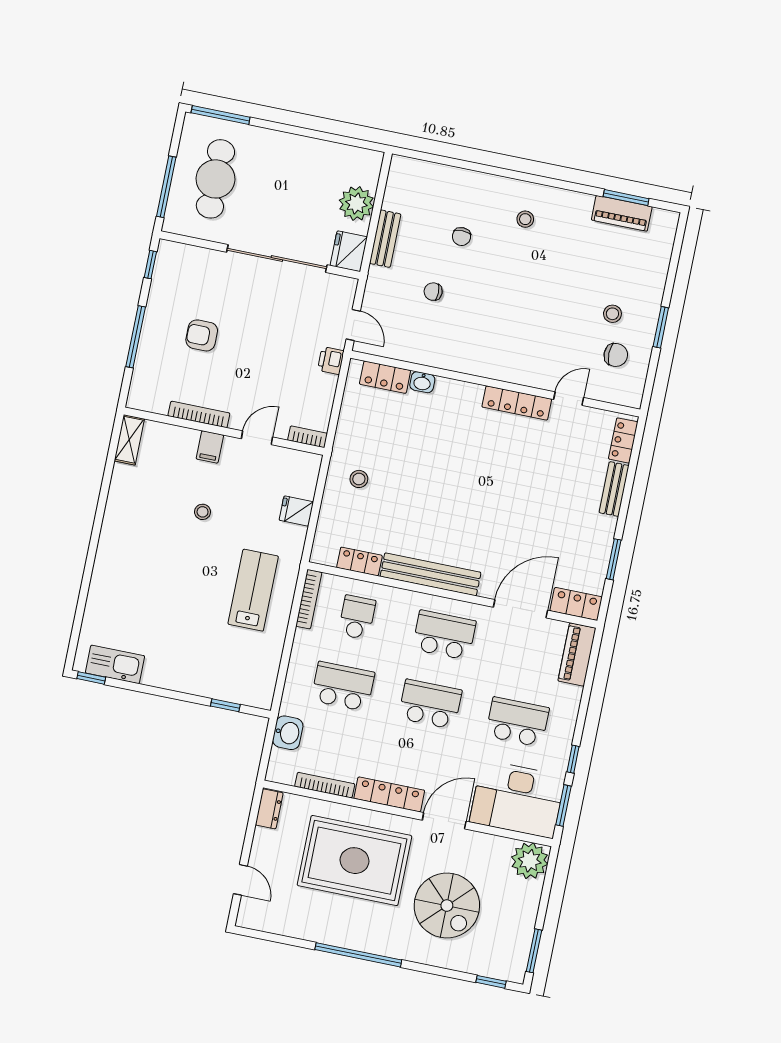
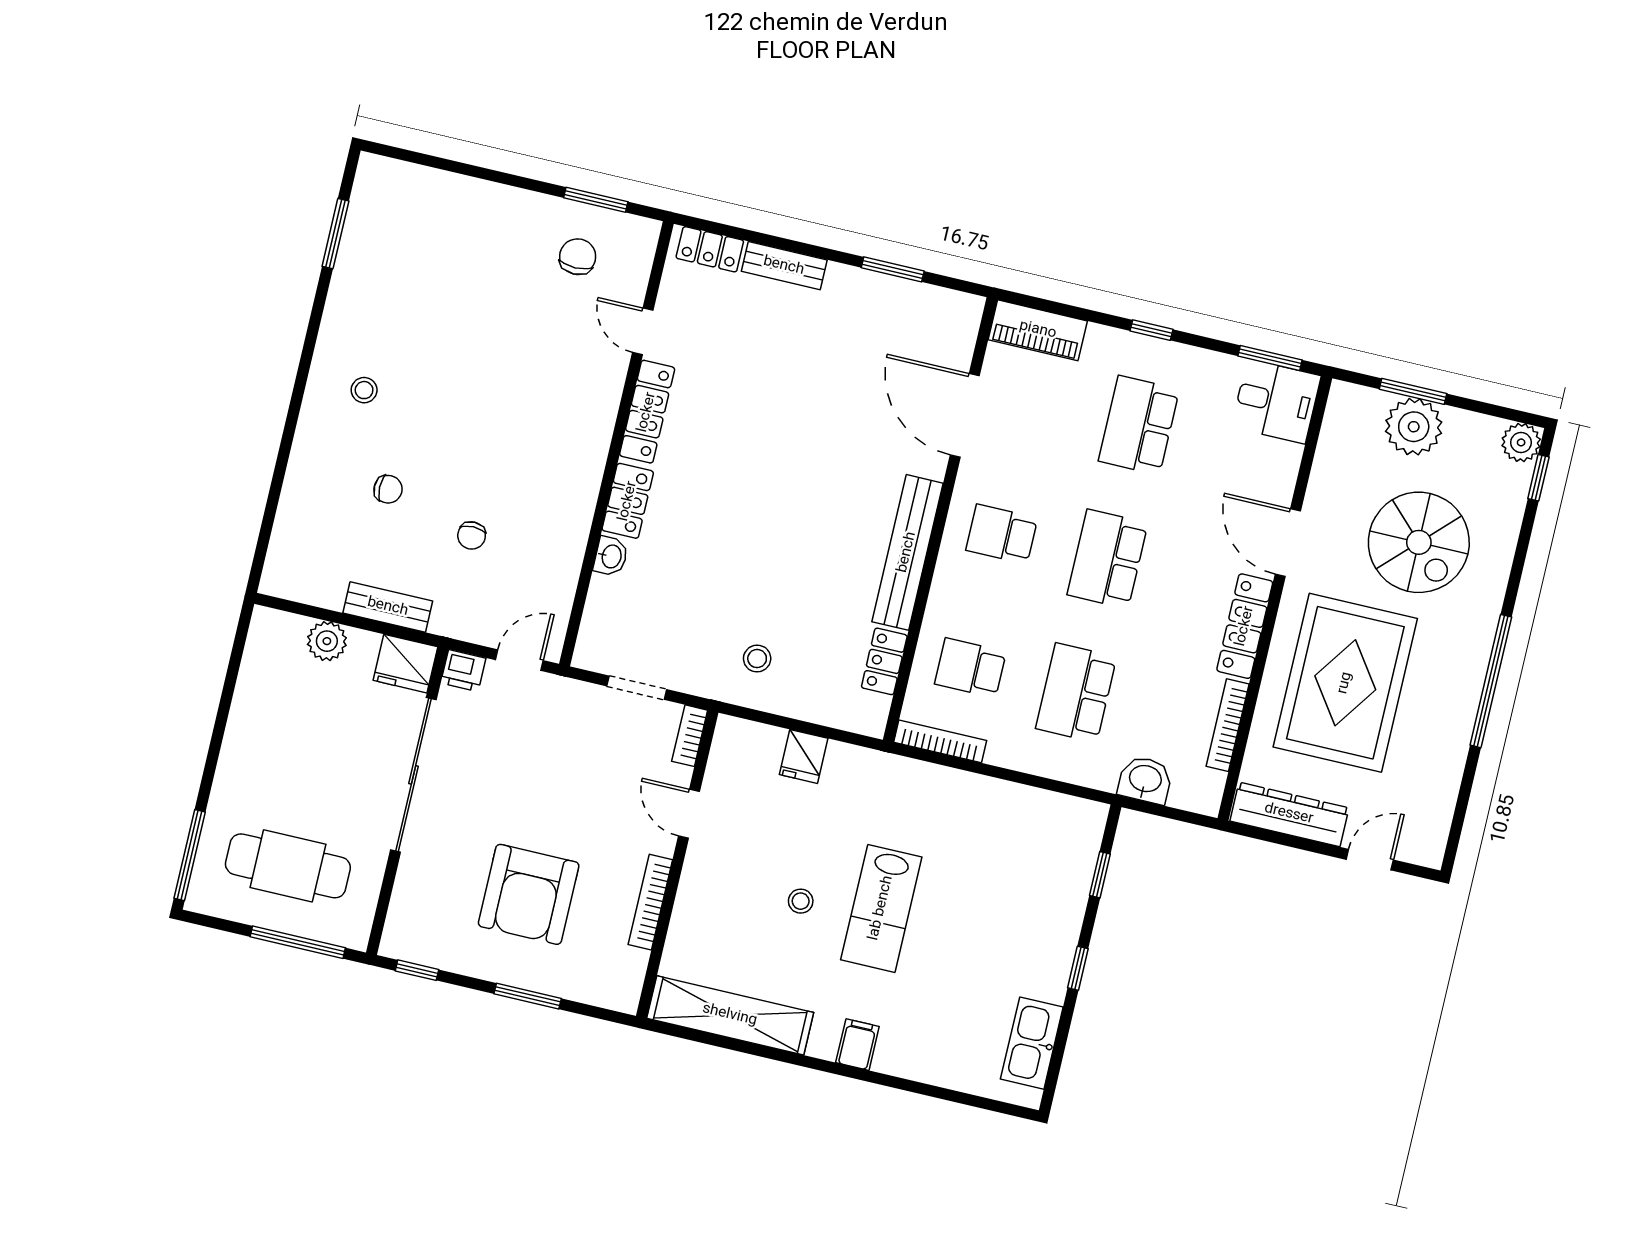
plant: (356, 204) -> (327, 641), width x0.73, depth x0.73
piano: (622, 213) -> (360, 241), removed
stool: (612, 314) -> (514, 260), removed
window: (661, 327) -> (596, 200), moved
armchair: (202, 335) -> (529, 894), width x1.88, depth x1.88
window: (136, 337) -> (528, 996), width x0.69
printer: (331, 361) -> (463, 671), moved
locker: (385, 377) -> (628, 501), moved
doorway: (338, 402) -> (637, 688), added
shelving: (129, 440) -> (730, 1015), width x2.20, depth x1.33
filing cabinet: (210, 447) -> (857, 1045), moved, turned -90
lab bench: (253, 590) -> (881, 908), moved, turned -90
locker: (576, 604) -> (960, 329), removed
school desk: (444, 635) -> (1002, 534), width x0.54
window: (91, 678) -> (1078, 968), moved
window: (573, 759) -> (1151, 330), moved
desk: (517, 799) -> (1276, 401), width x0.53, depth x0.77
dresser: (269, 809) -> (1289, 814), width x1.96, depth x1.24
plant: (530, 861) -> (1414, 427), moved
spiral stairs: (447, 906) -> (1419, 542), turned 90
window: (534, 951) -> (1413, 391), moved
plant: (514, 970) -> (1521, 442), added

